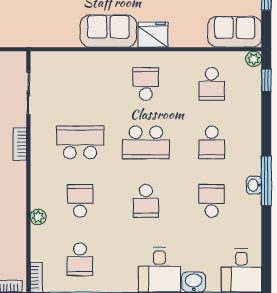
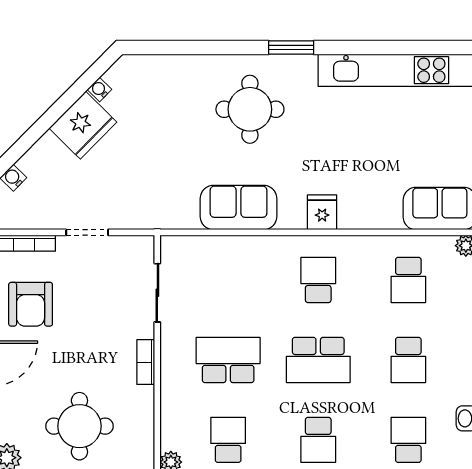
sofa: (108, 31) -> (239, 208), moved
fridge: (153, 35) -> (322, 212), width x0.72

